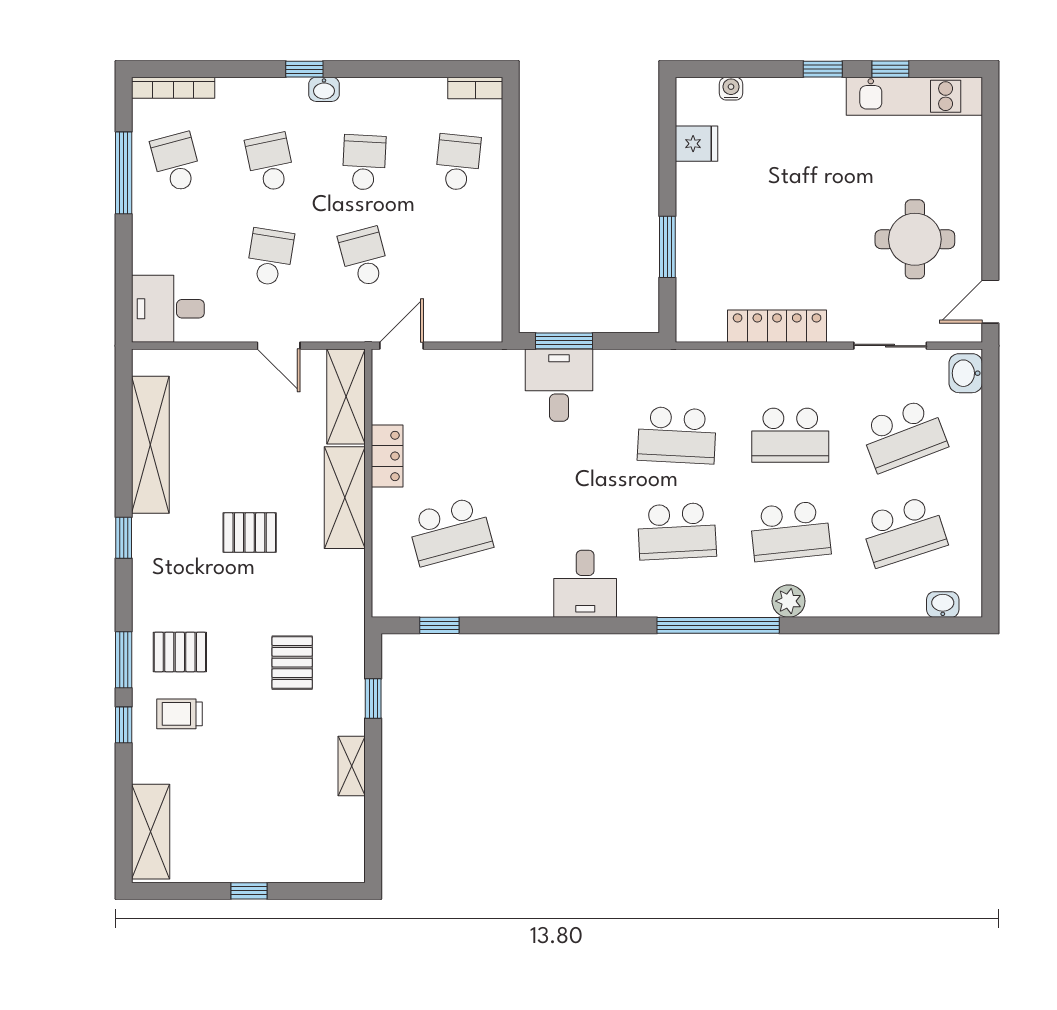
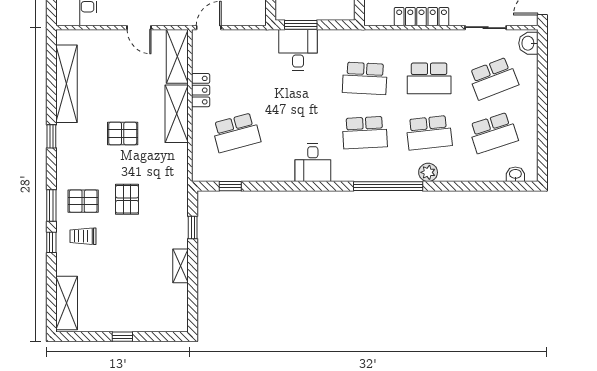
pallet: (292, 663) -> (127, 199), moved

